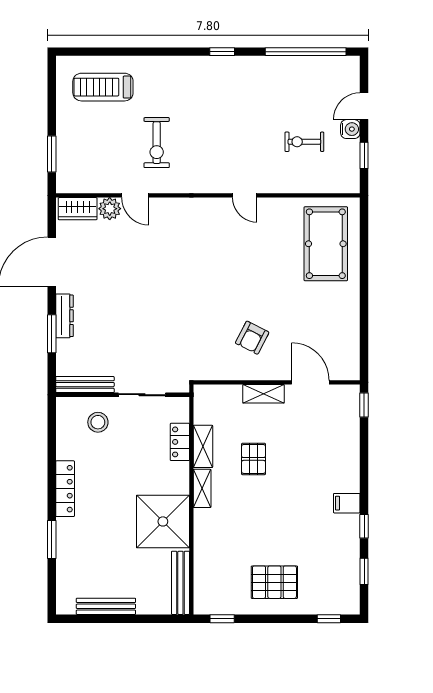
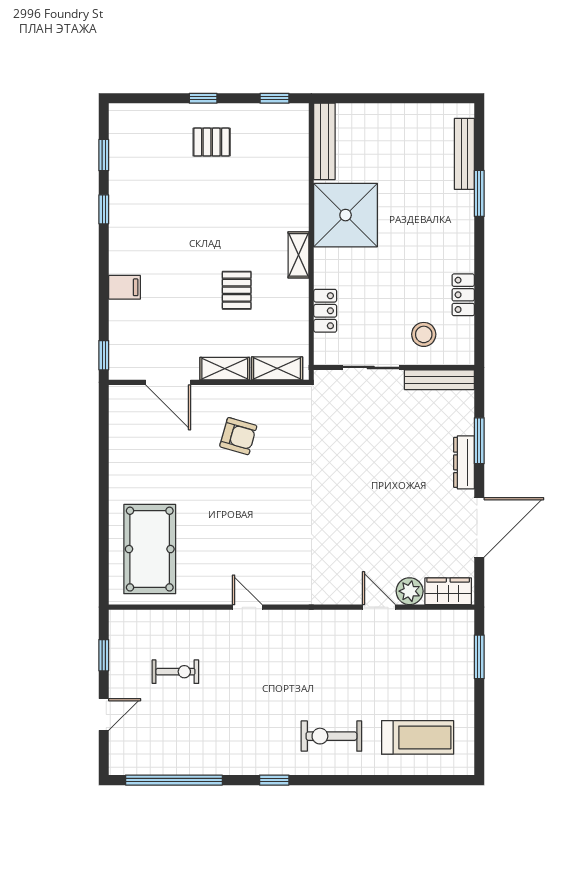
water cooler: (350, 129) -> (120, 687), removed
exercise bike: (157, 143) -> (331, 736), moved, turned -90
armchair: (252, 338) -> (238, 436), turned 79
shelving: (203, 446) -> (277, 368), moved, turned 90
locker: (65, 489) -> (463, 295), moved, width x0.66
filing cabinet: (347, 503) -> (125, 287), moved
pallet: (274, 582) -> (212, 142), width x0.67, depth x0.71
bench: (106, 606) -> (464, 154), moved, turned 90
window: (329, 619) -> (203, 98), moved

